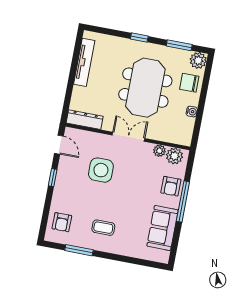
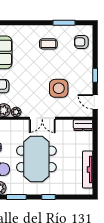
dresser: (85, 120) -> (83, 125), width x0.70
armchair: (62, 222) -> (81, 42), turned -90

